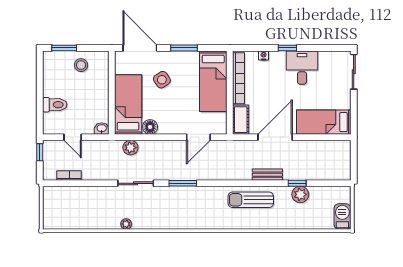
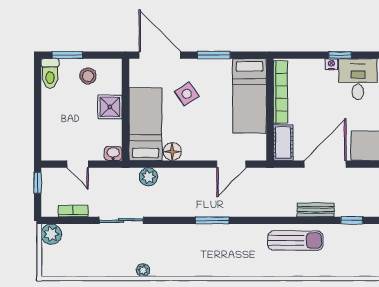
nightstand: (264, 55) -> (331, 64), moved
shower: (99, 90) -> (110, 107), added
toilet: (55, 105) -> (50, 73), moved, turned 90
sliding door: (136, 183) -> (121, 220), moved
plant: (300, 194) -> (51, 234), moved
sun lounger: (251, 200) -> (295, 241), turned 180

